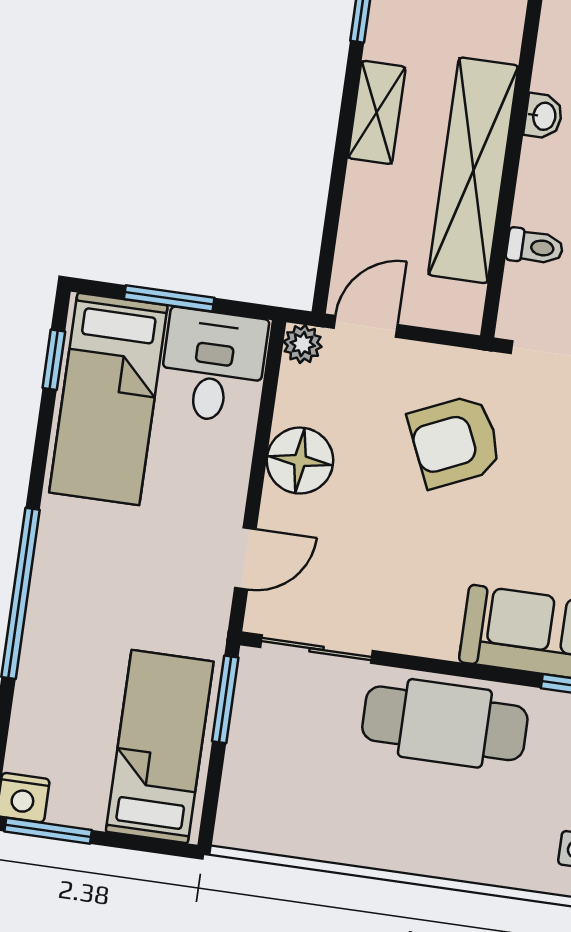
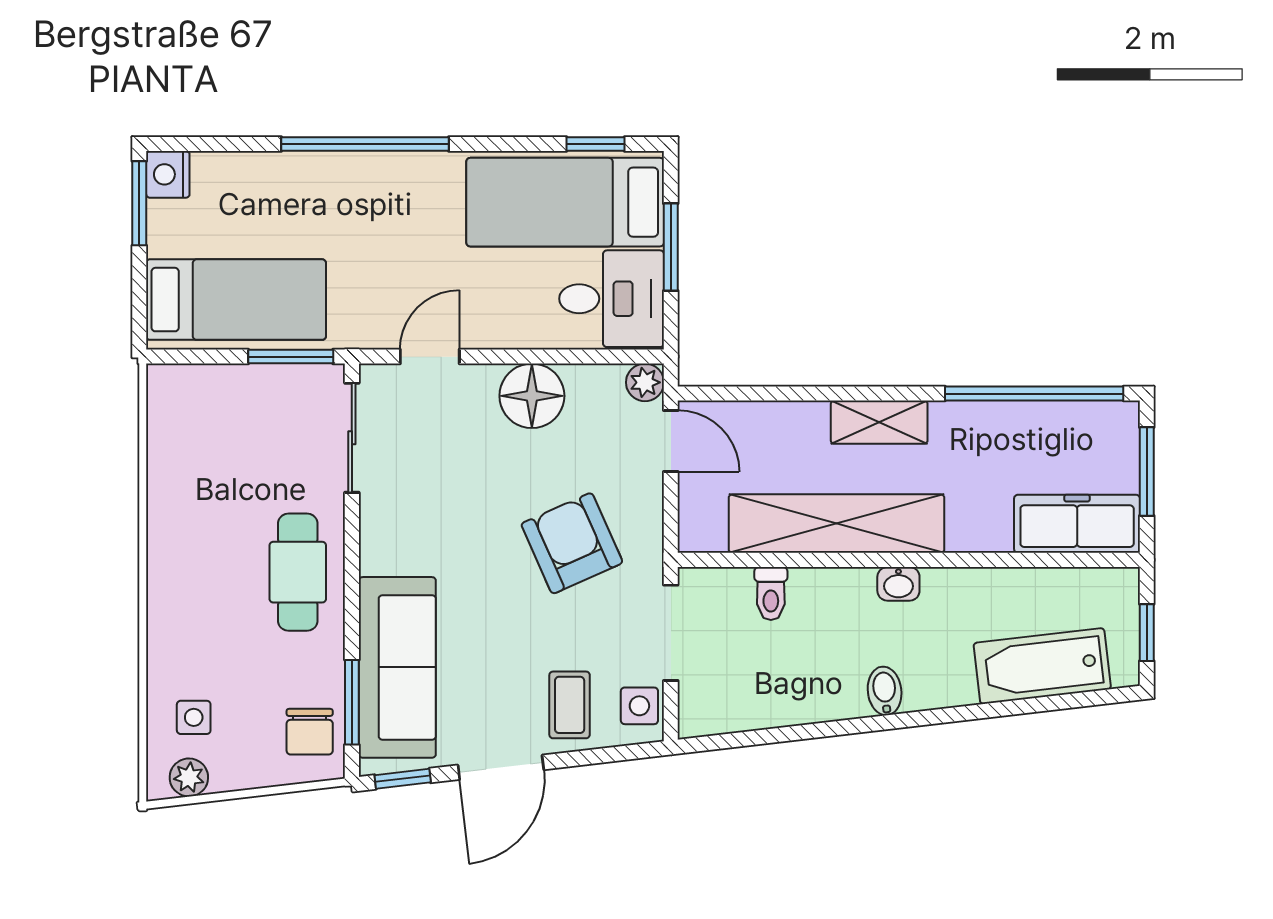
door: (245, 558) -> (430, 357), swing flipped
cafe table: (445, 723) -> (298, 572), width x0.73, depth x0.74

